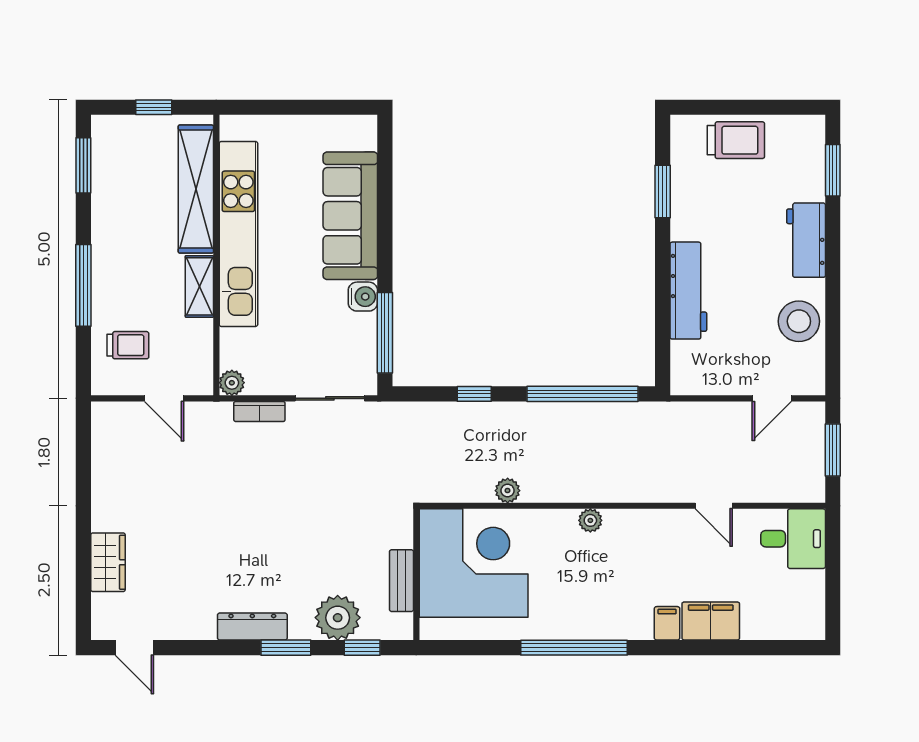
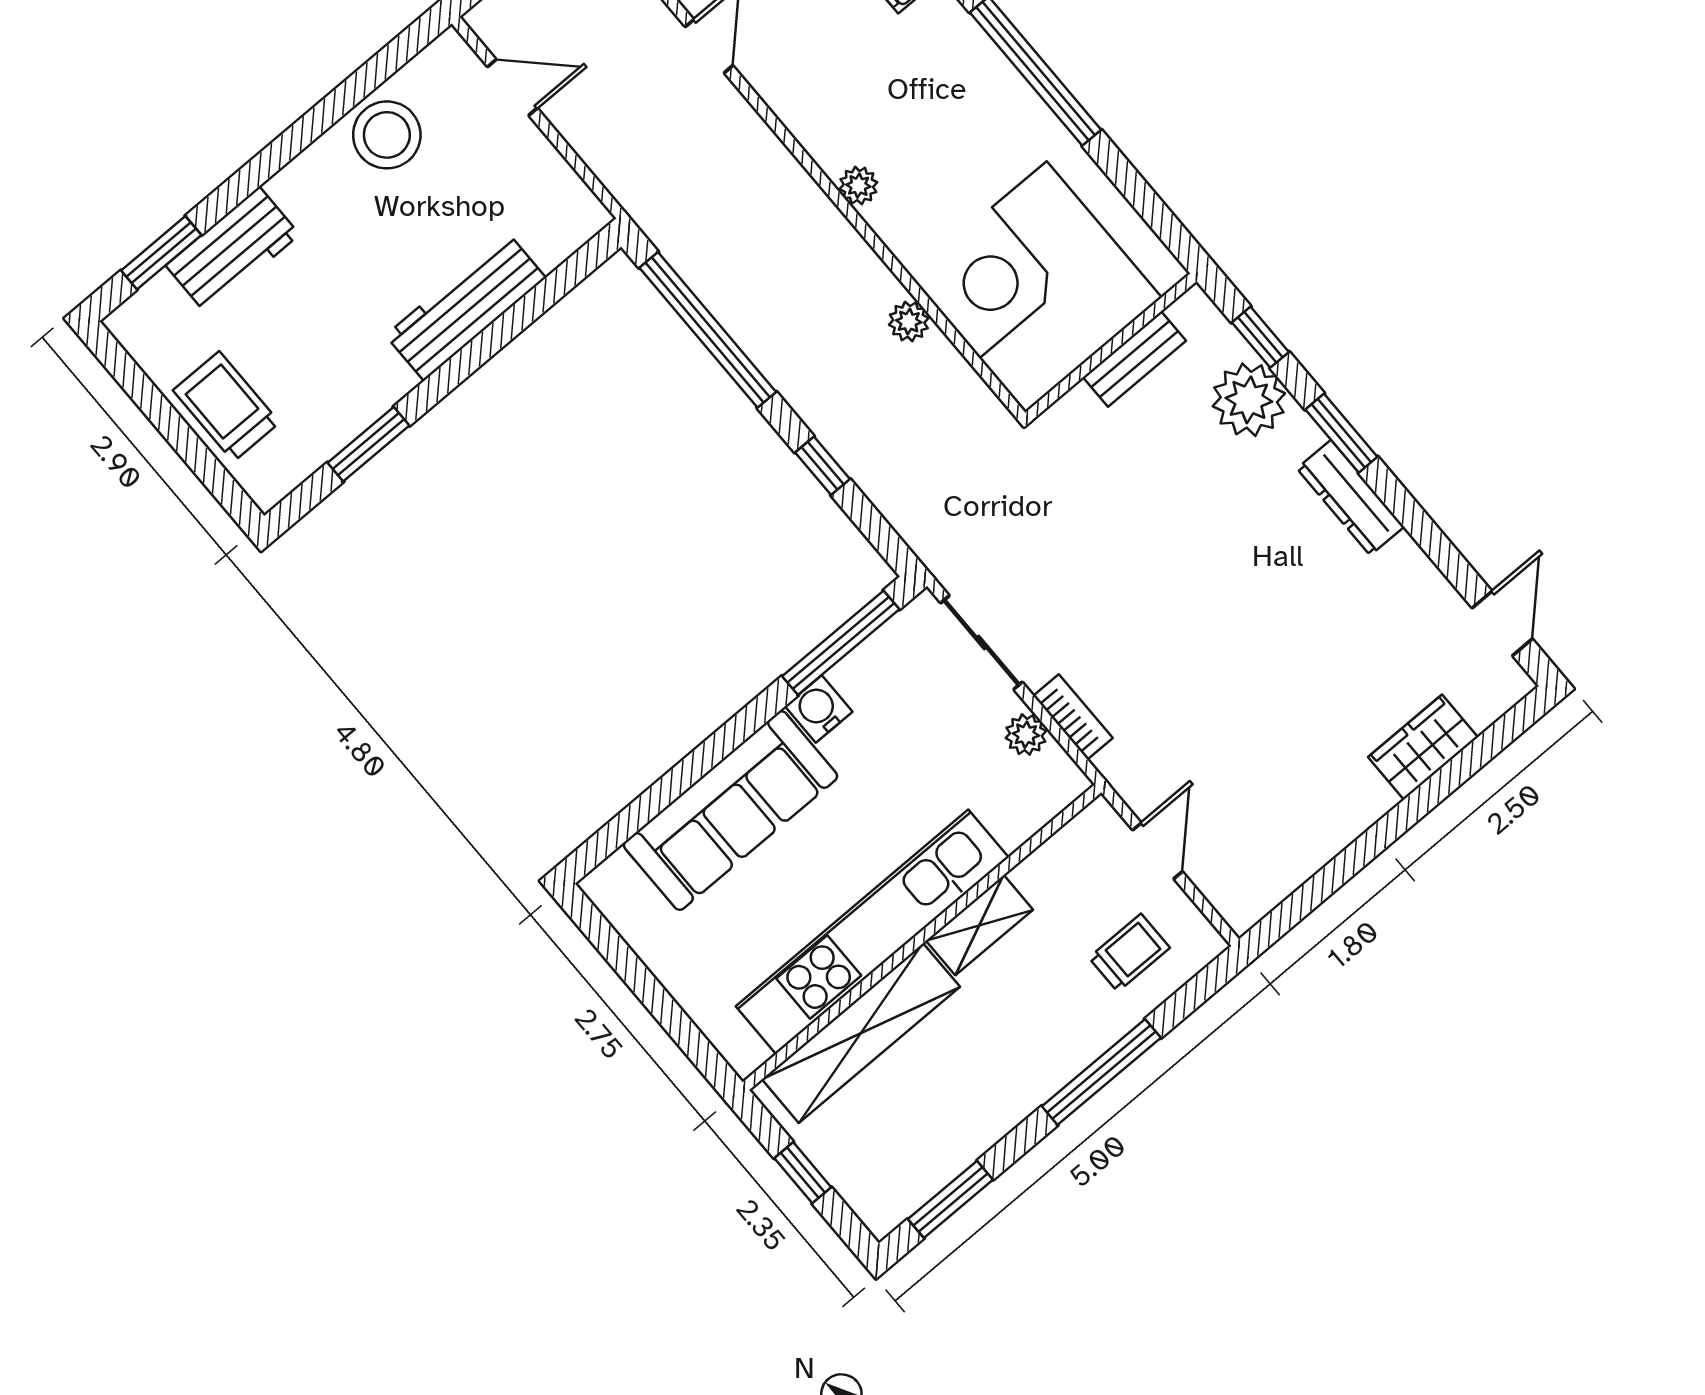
workbench: (806, 240) -> (233, 250), moved
trolley: (128, 345) -> (1129, 953), turned 90
plant: (232, 383) -> (1026, 735), moved

